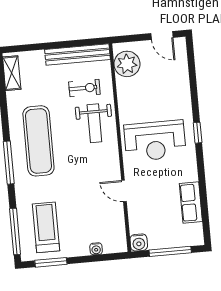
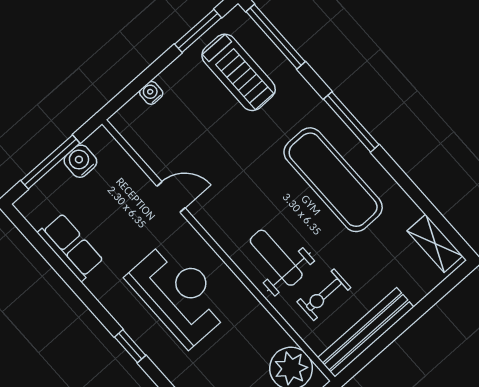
reception desk: (155, 141) -> (179, 294), turned 90
water cooler: (139, 242) -> (80, 161), moved

